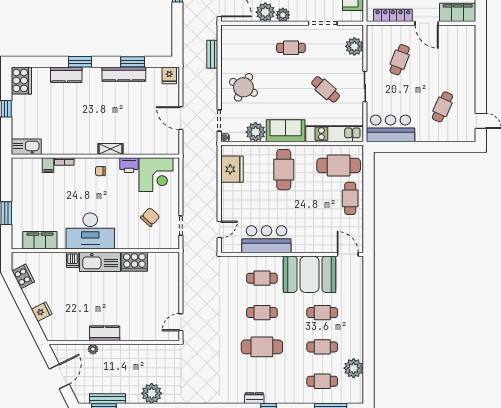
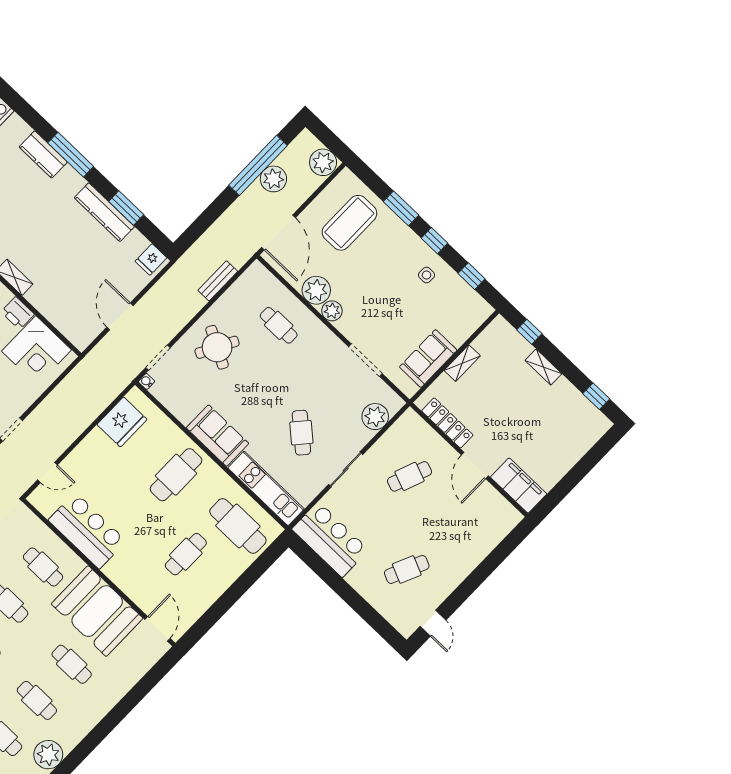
cafe table: (291, 48) -> (279, 325), moved
window: (80, 62) -> (71, 155), width x1.44
plant: (256, 132) -> (185, 407), removed
cafe table: (350, 198) -> (186, 554), moved

